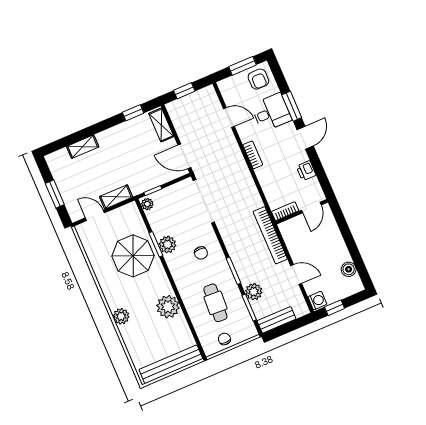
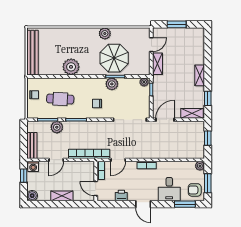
plant: (224, 86) -> (200, 166), added
window: (292, 106) -> (185, 204), moved
door: (229, 117) -> (118, 160), moved
shelving: (83, 147) -> (200, 75), moved
shelving: (340, 247) -> (62, 196), added
boiler: (349, 269) -> (32, 196), moved
plant: (121, 316) -> (105, 33), moved
bench: (276, 320) -> (32, 145), moved

